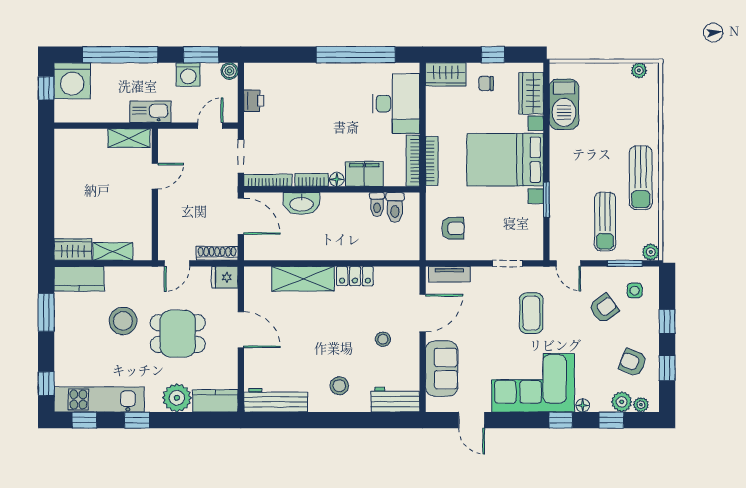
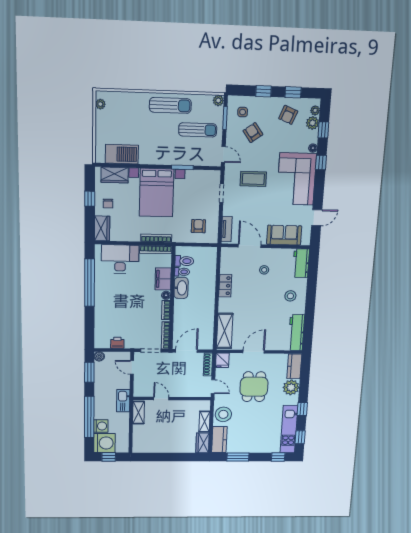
washing machine: (188, 75) -> (101, 426), moved
washbasin: (301, 204) -> (181, 288), moved
door: (568, 263) -> (223, 154), hinge flipped
shelving: (303, 279) -> (225, 331), moved
stool: (123, 321) -> (223, 414), moved

